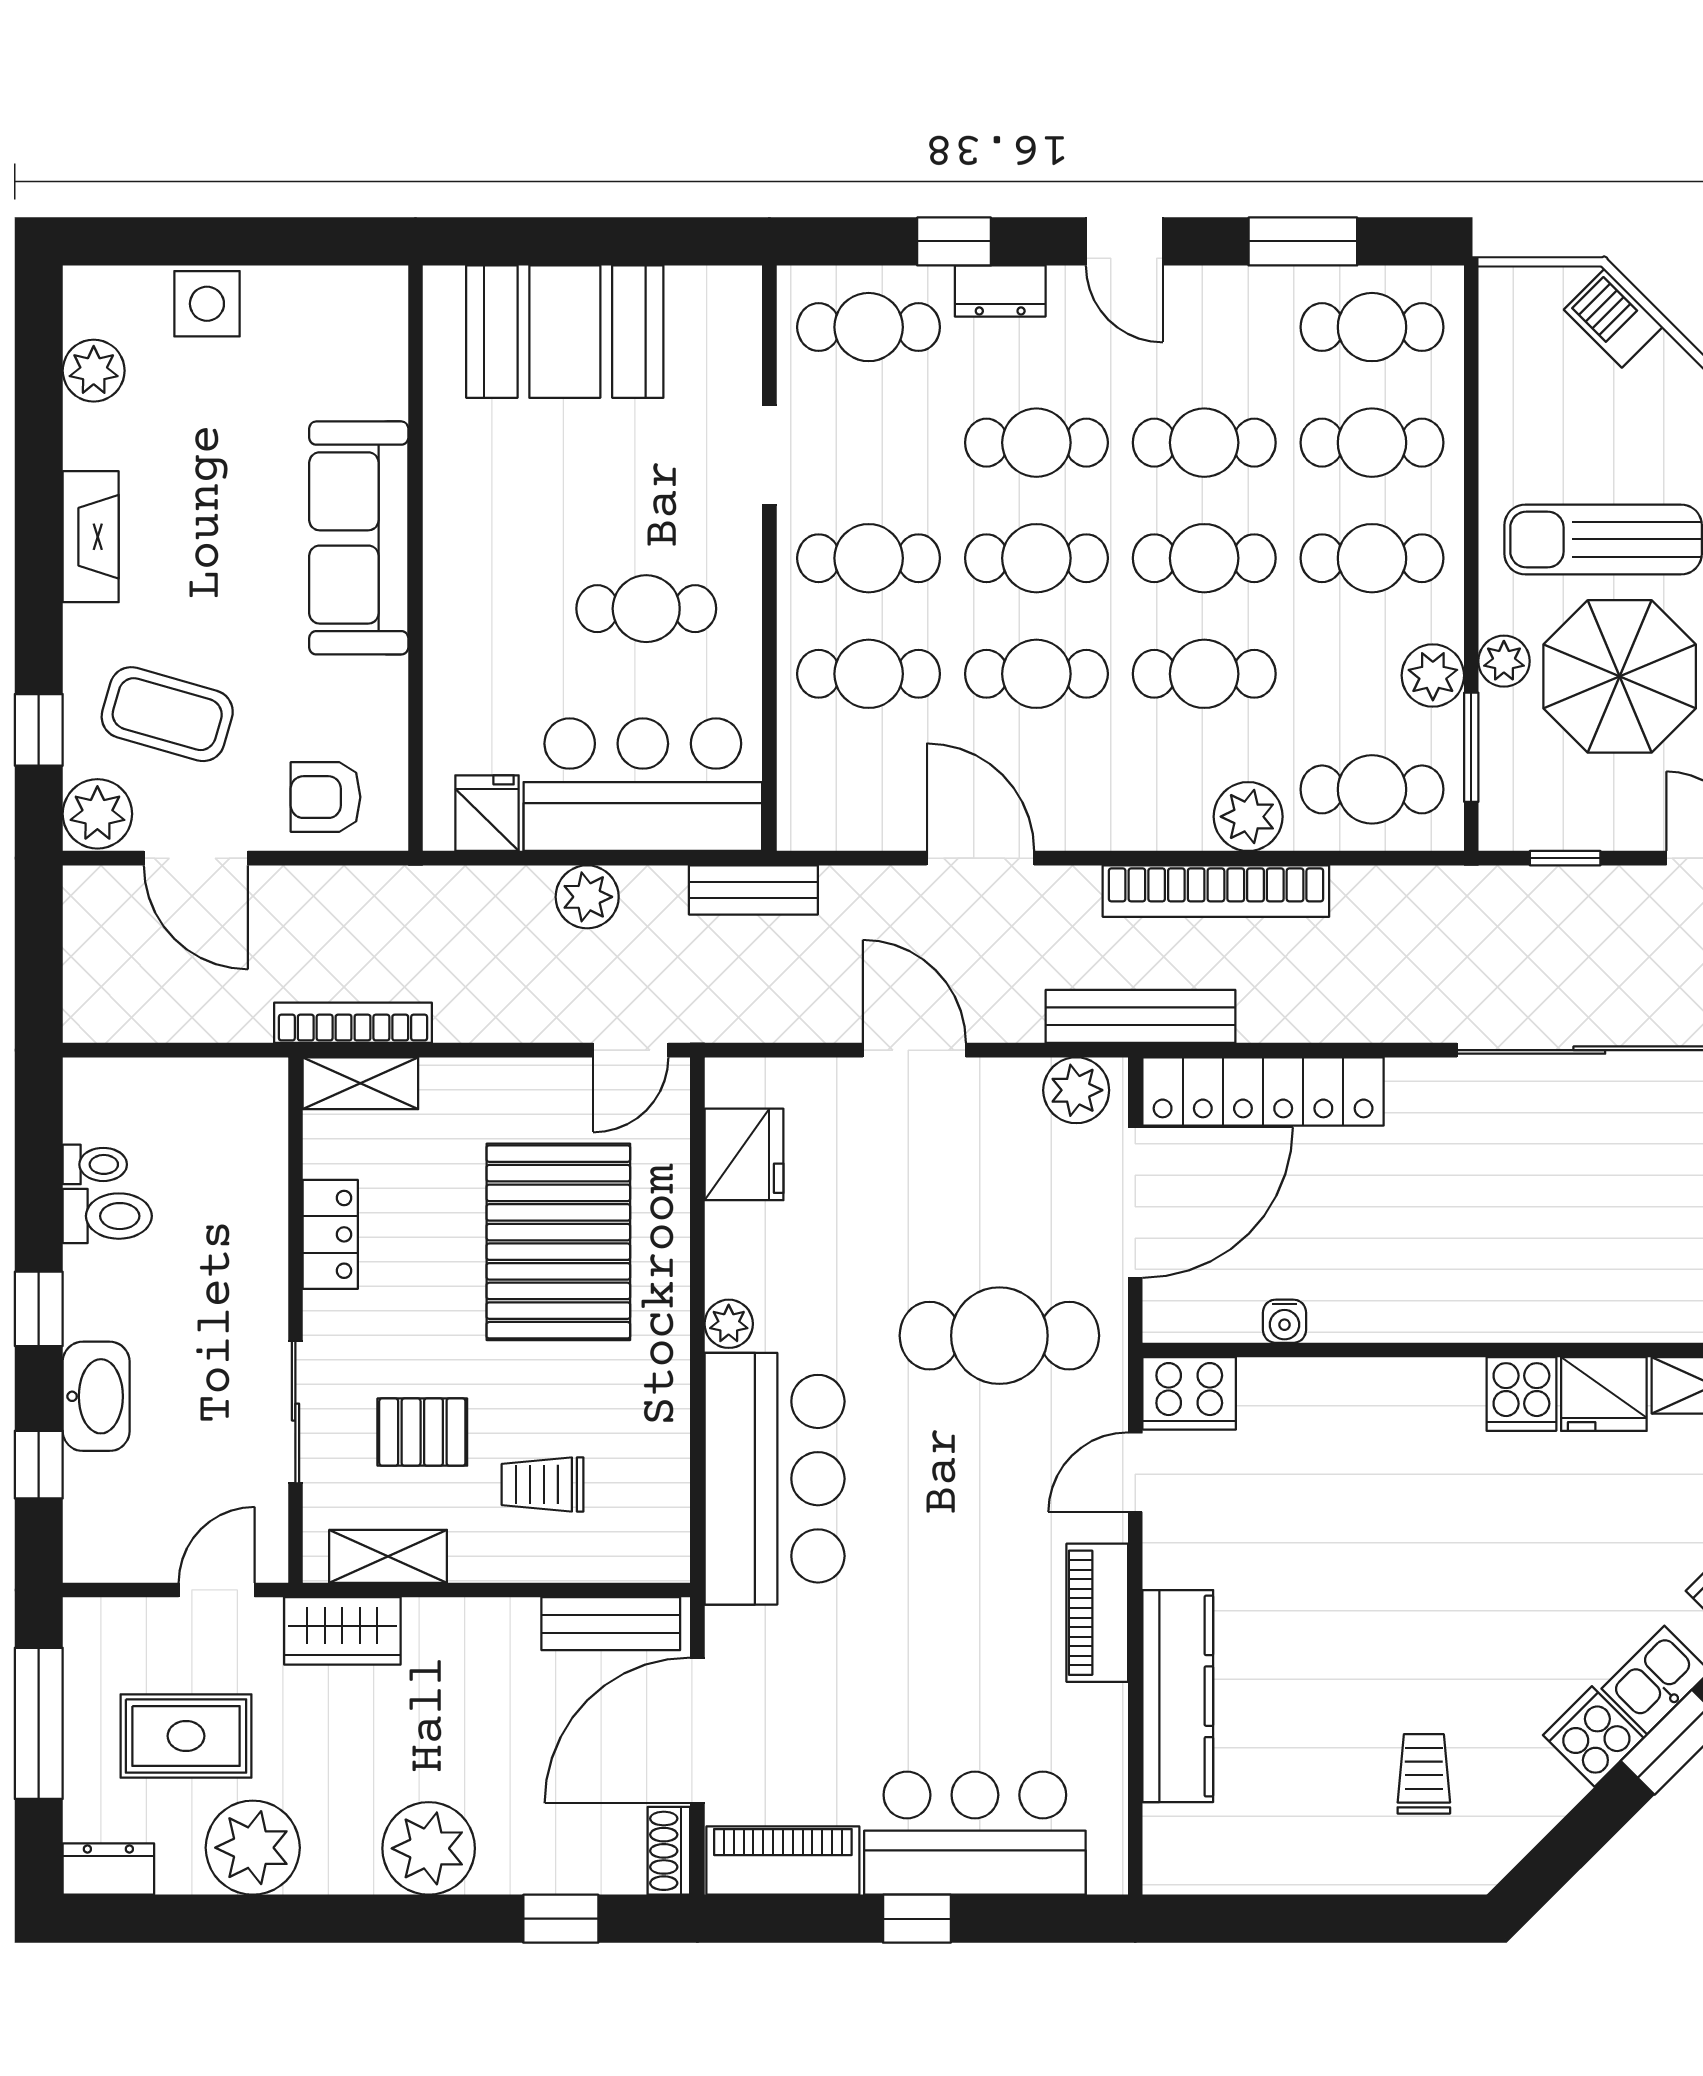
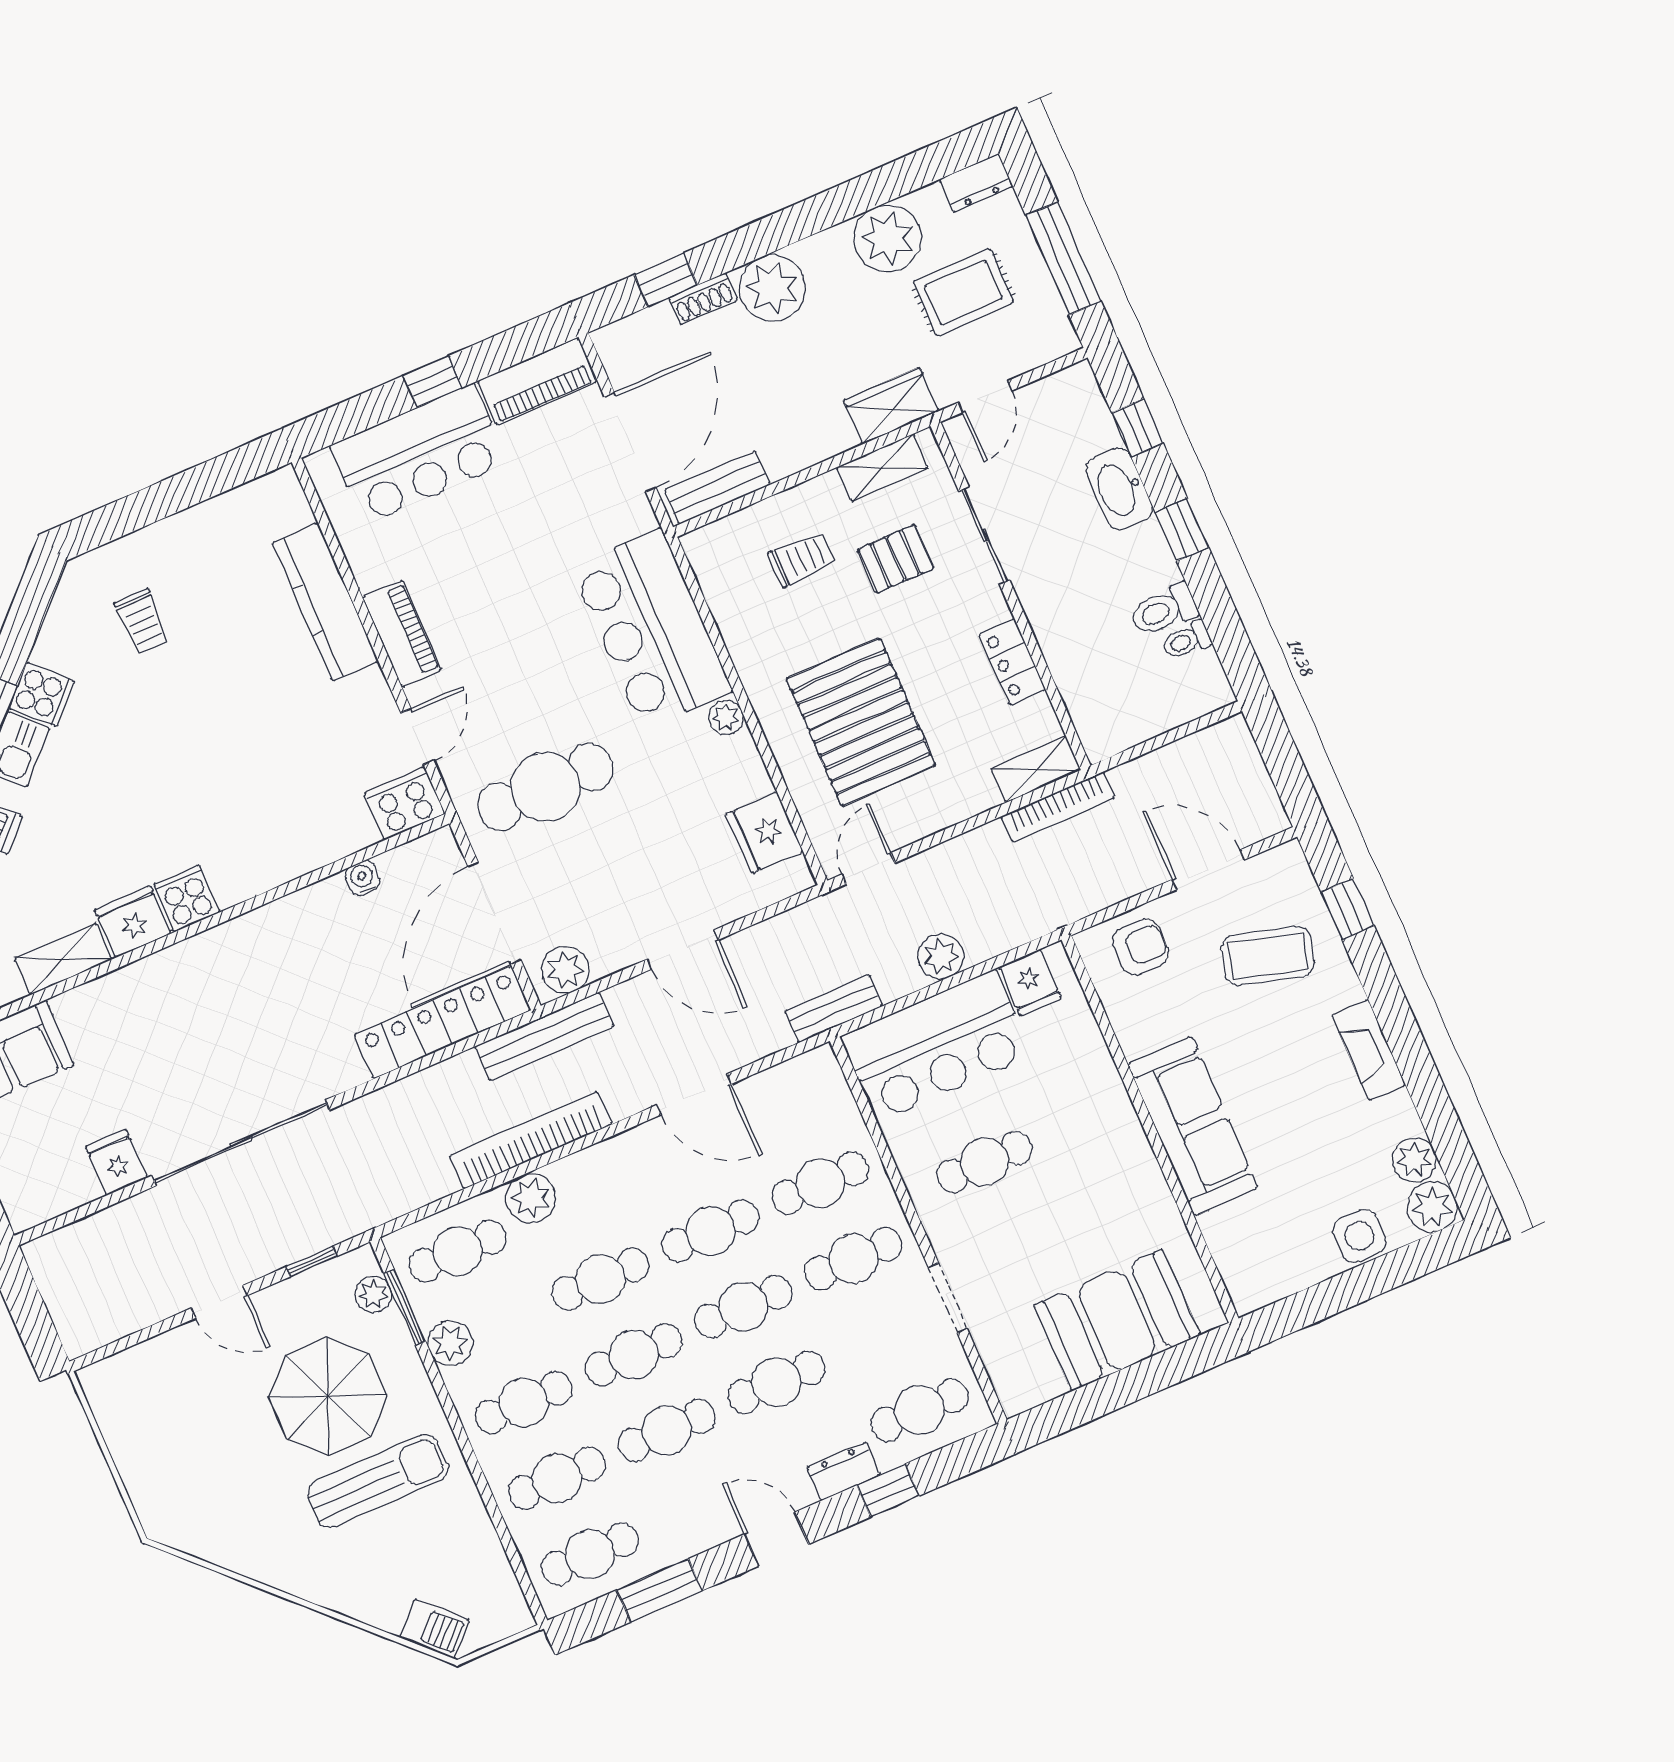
plant: (1504, 661) -> (373, 1294), moved
plant: (97, 814) -> (1432, 1207), moved
shoe rack: (669, 1851) -> (703, 299), moved, turned 90

